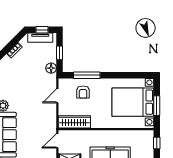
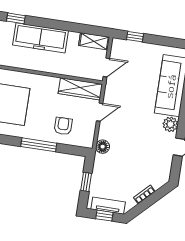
floor lamp: (51, 68) -> (103, 147), moved
window: (87, 75) -> (39, 145), moved
door: (57, 96) -> (100, 112), moved

